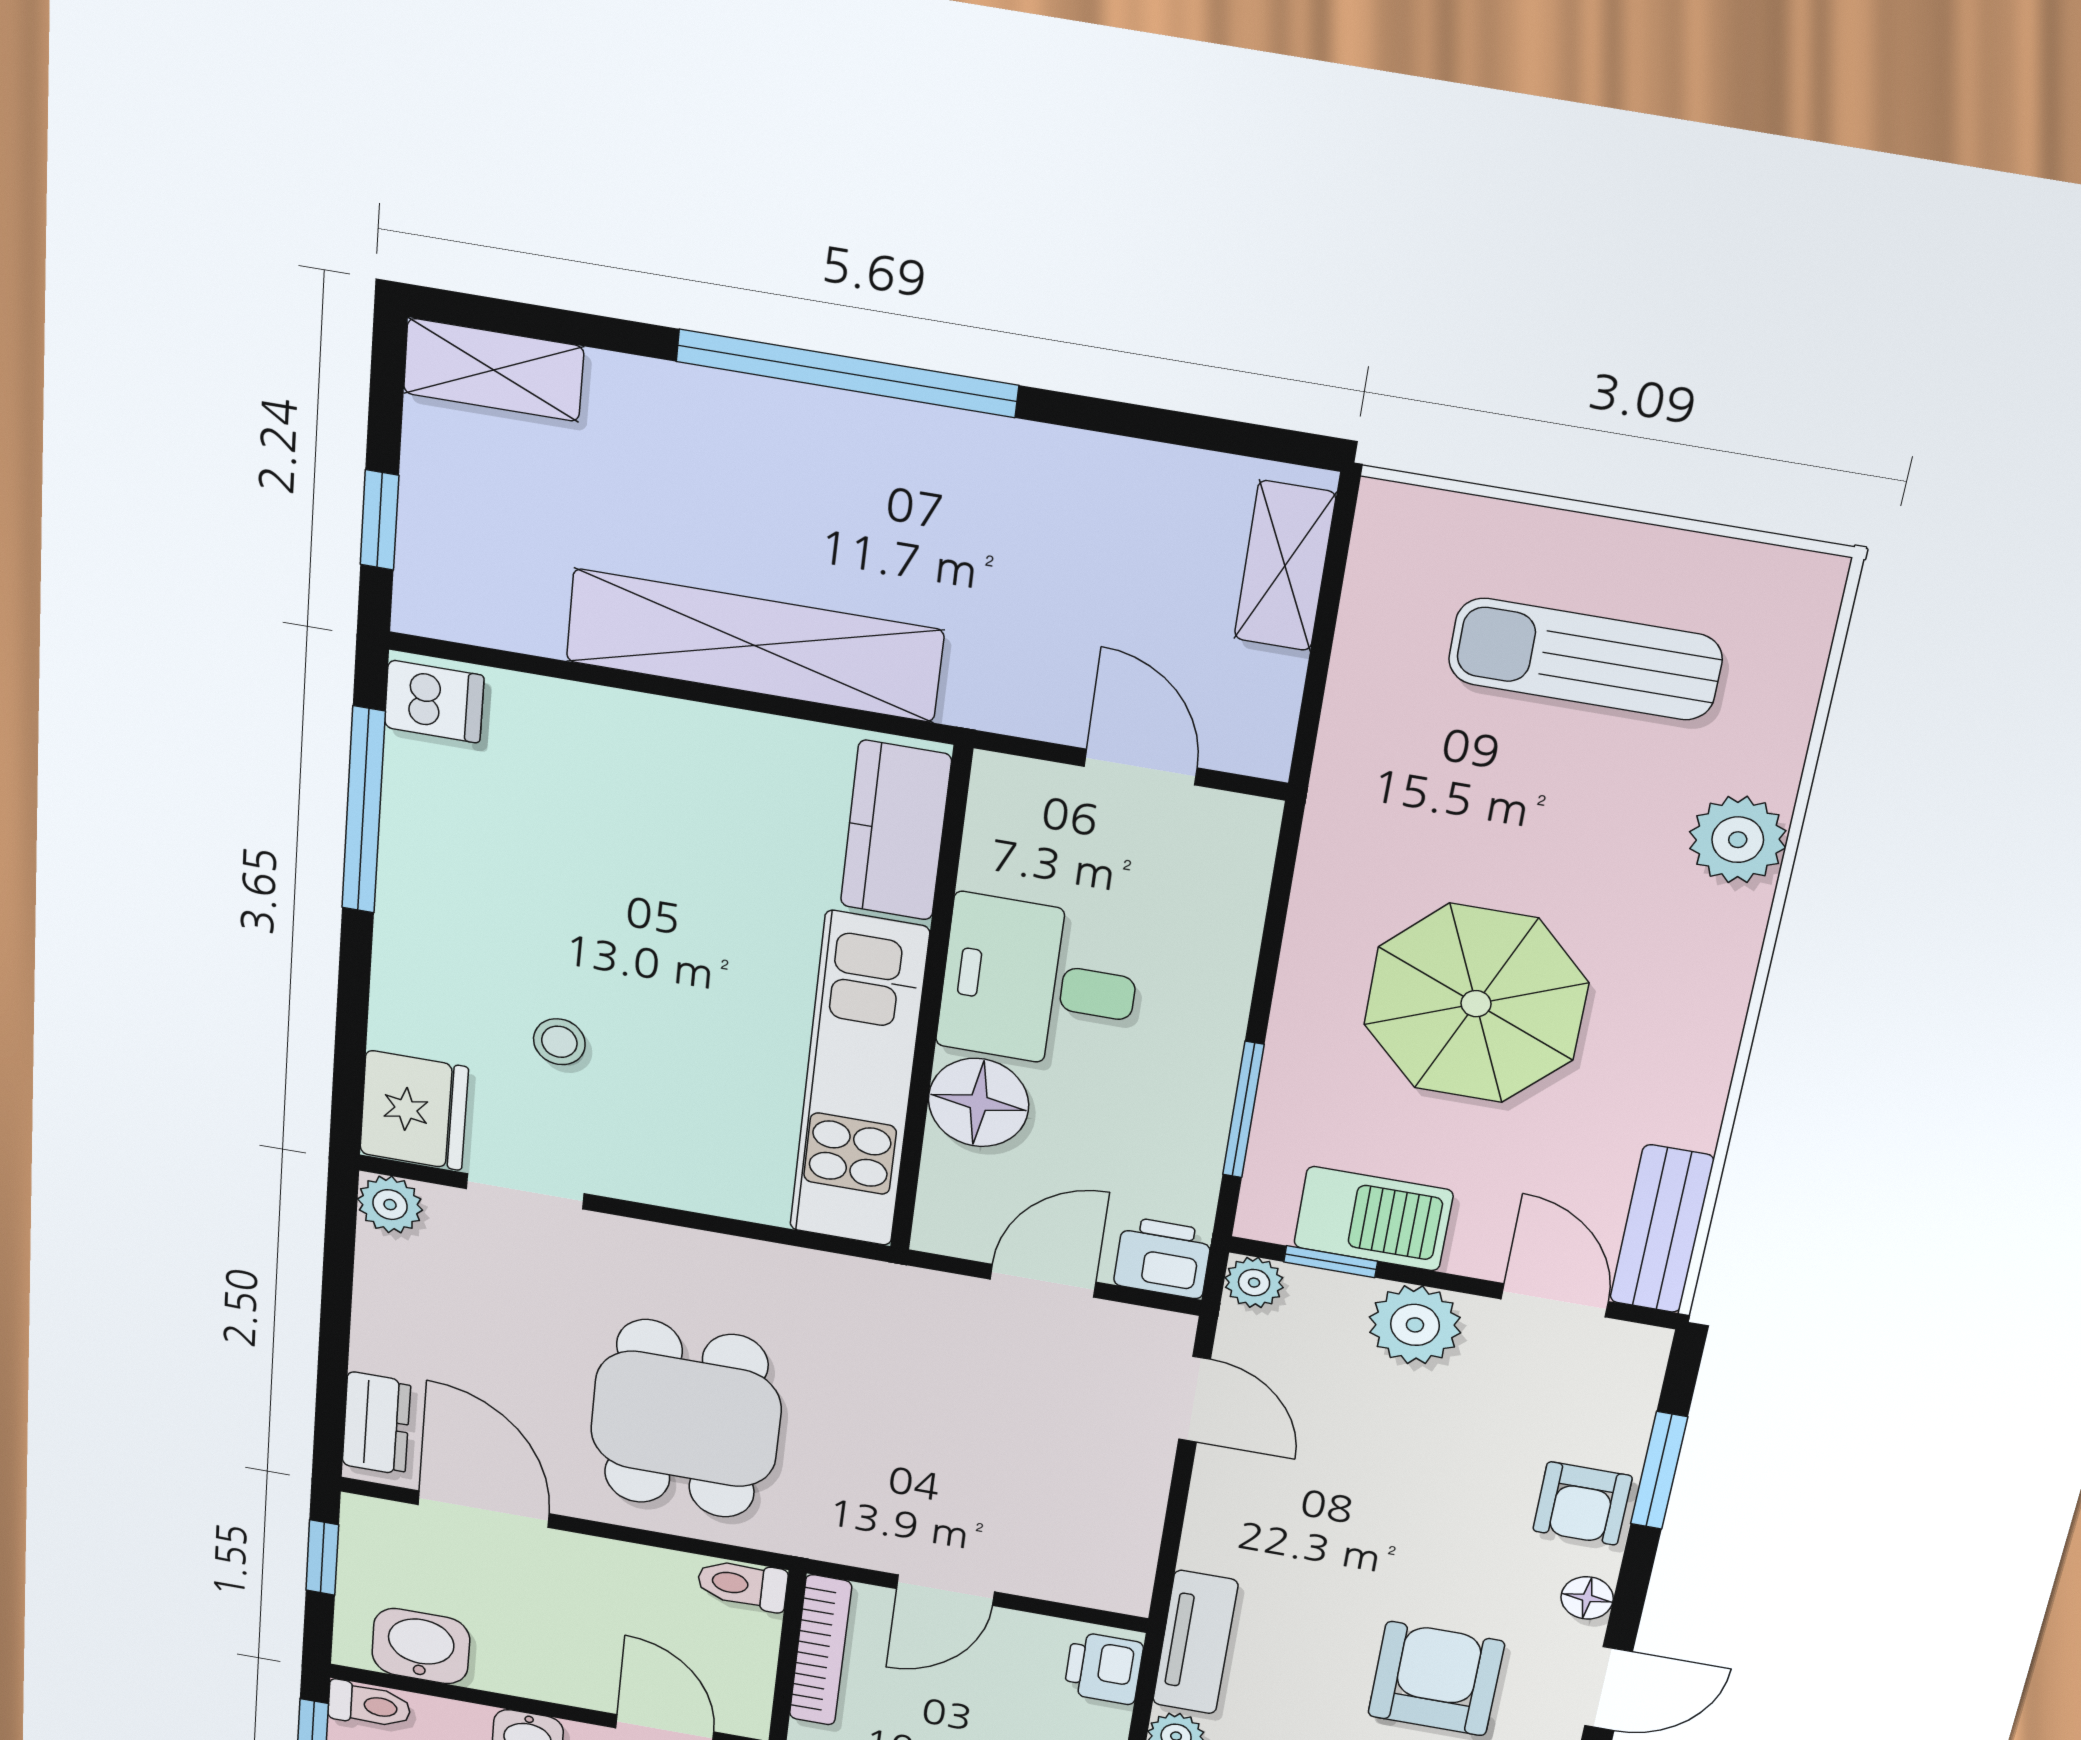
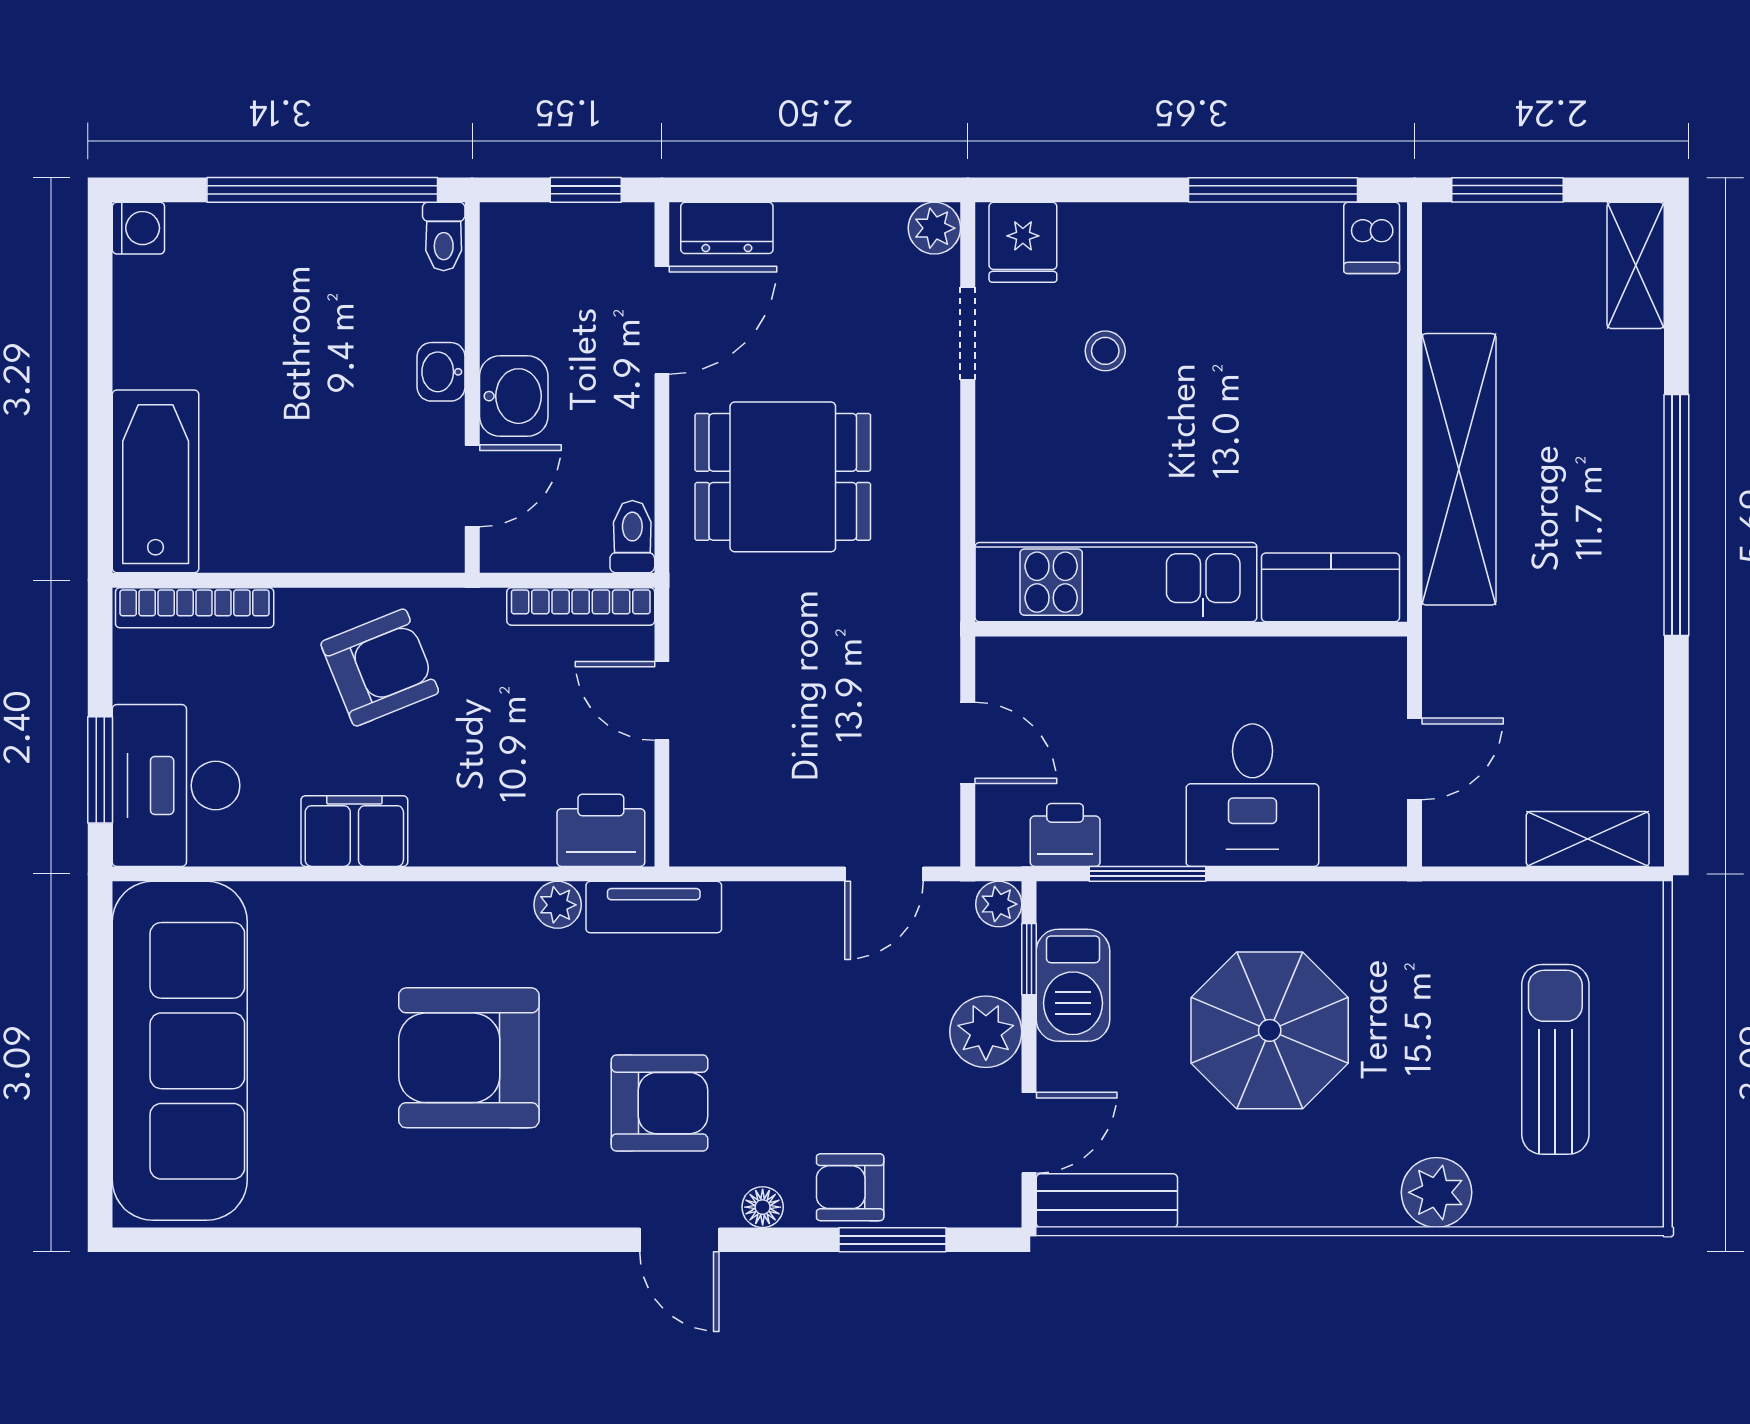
window: (380, 520) -> (1507, 190), width x1.50
desk: (1039, 984) -> (1252, 795), moved, turned 180
floor lamp: (979, 1103) -> (1115, 675), removed
fridge: (414, 1110) -> (1023, 242), width x0.72
printer: (1163, 1258) -> (1065, 835), moved, turned -90
washbasin: (421, 1646) -> (514, 396), moved
printer: (1104, 1668) -> (601, 830), width x1.36, depth x1.24

